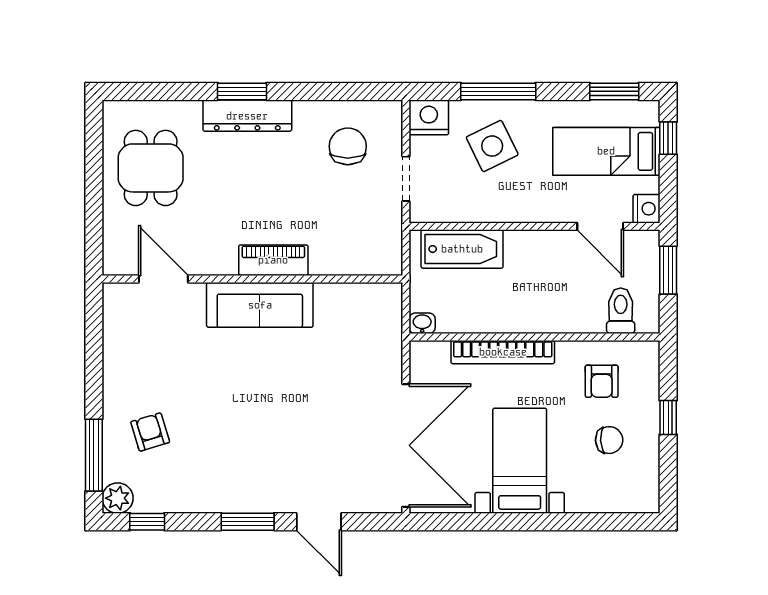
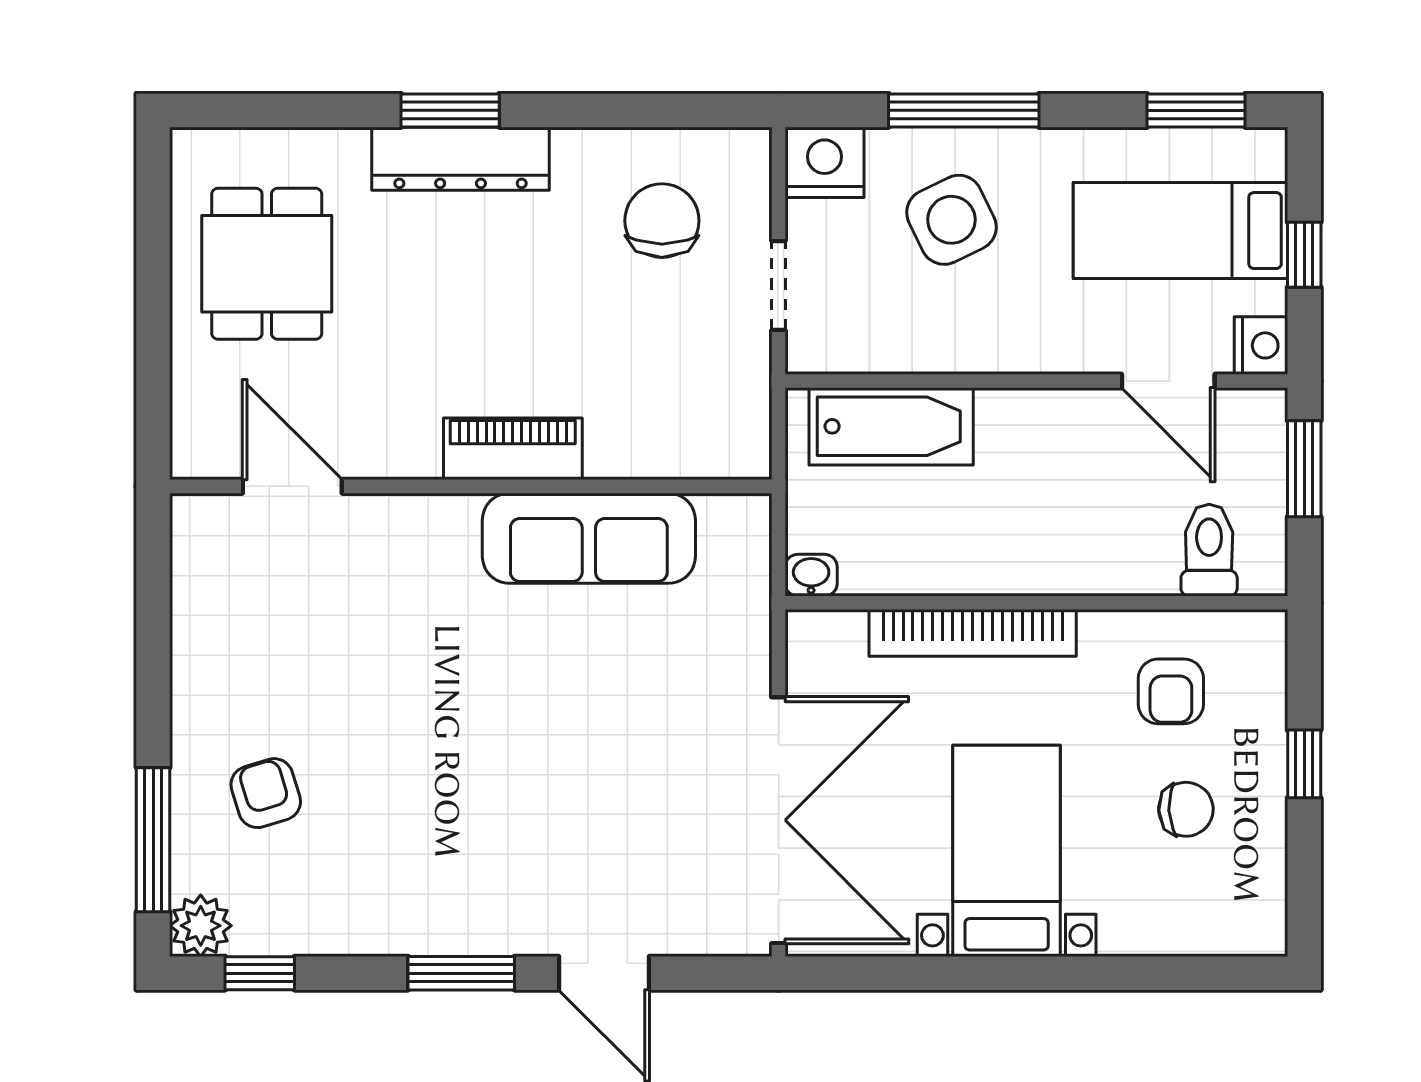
window: (668, 138) -> (1304, 255), moved
sofa: (260, 305) -> (589, 538), moved

